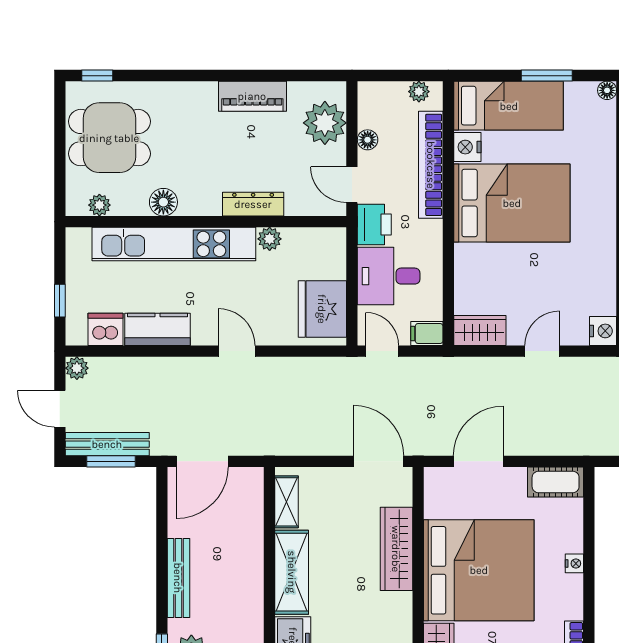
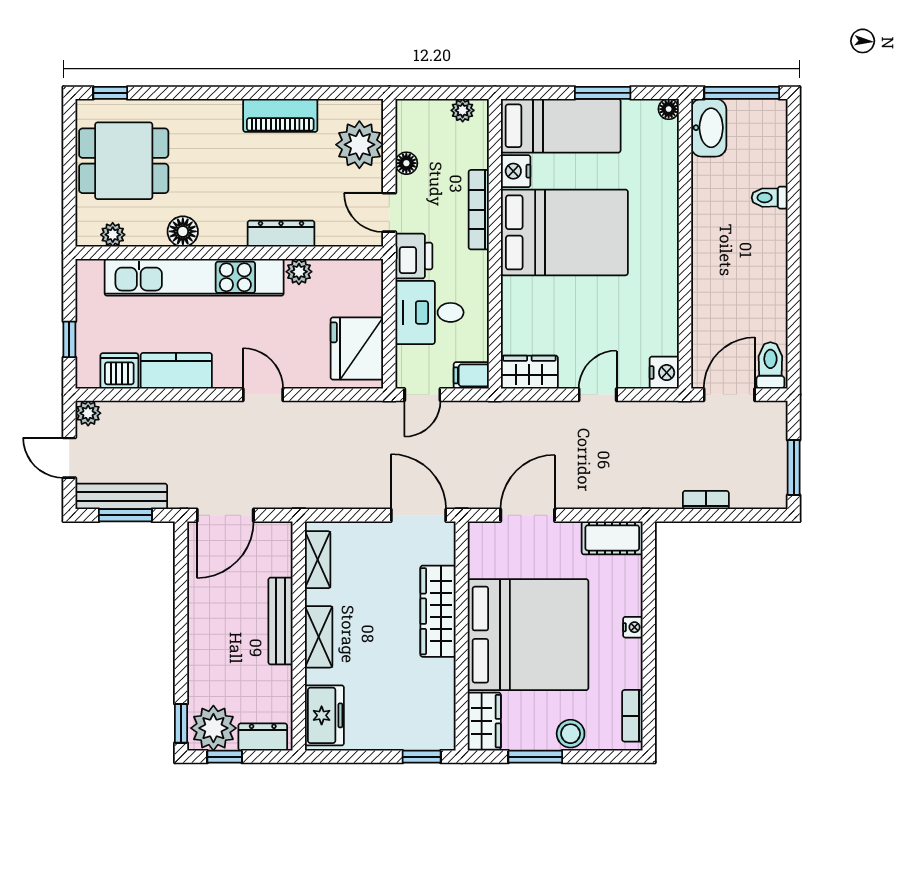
bookcase: (431, 165) -> (479, 210), width x0.68, depth x0.76
door: (382, 351) -> (422, 395), swing flipped
shelving: (292, 572) -> (319, 637), width x0.67, depth x0.75
bench: (178, 578) -> (281, 621), moved

